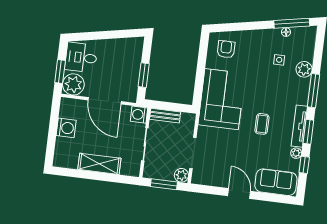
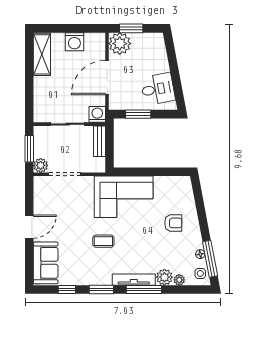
armchair: (226, 49) -> (173, 223), moved
desk: (81, 58) -> (158, 89), moved, turned 79
side table: (279, 60) -> (200, 273), moved
tv unit: (299, 126) -> (134, 280), moved
plant: (296, 153) -> (179, 280), moved
shelving: (99, 164) -> (42, 54), moved

